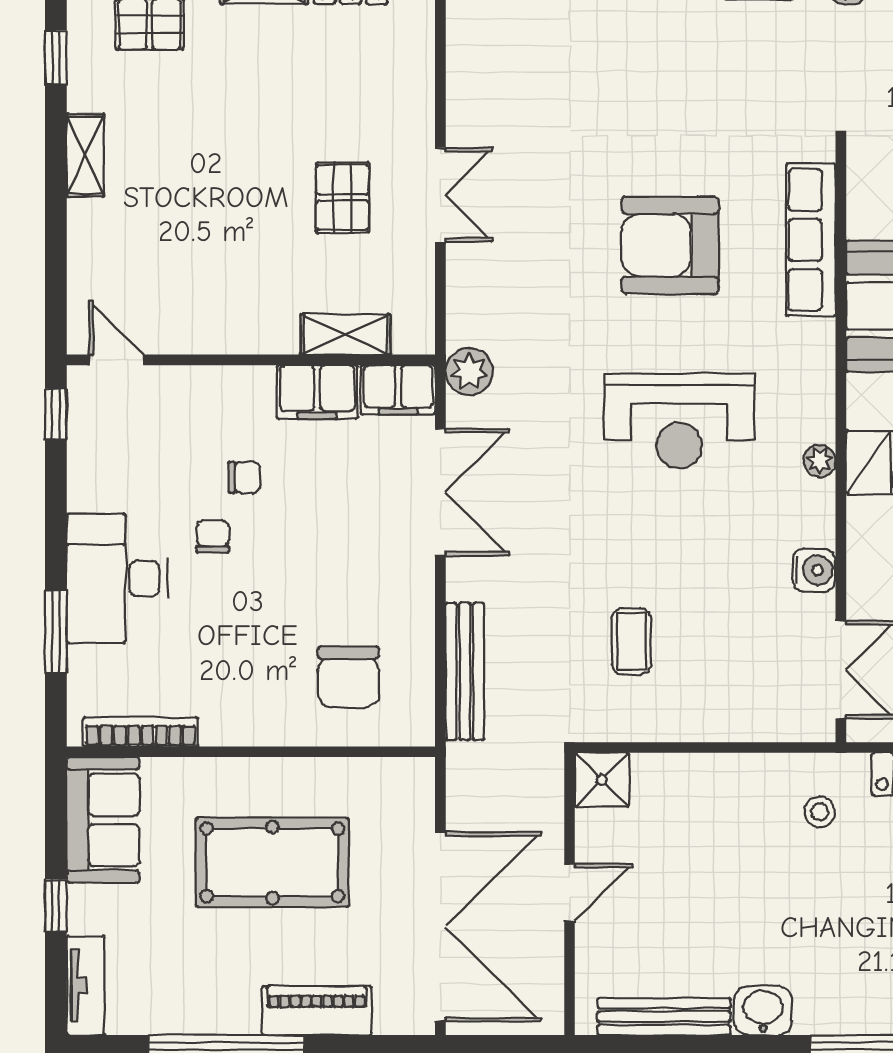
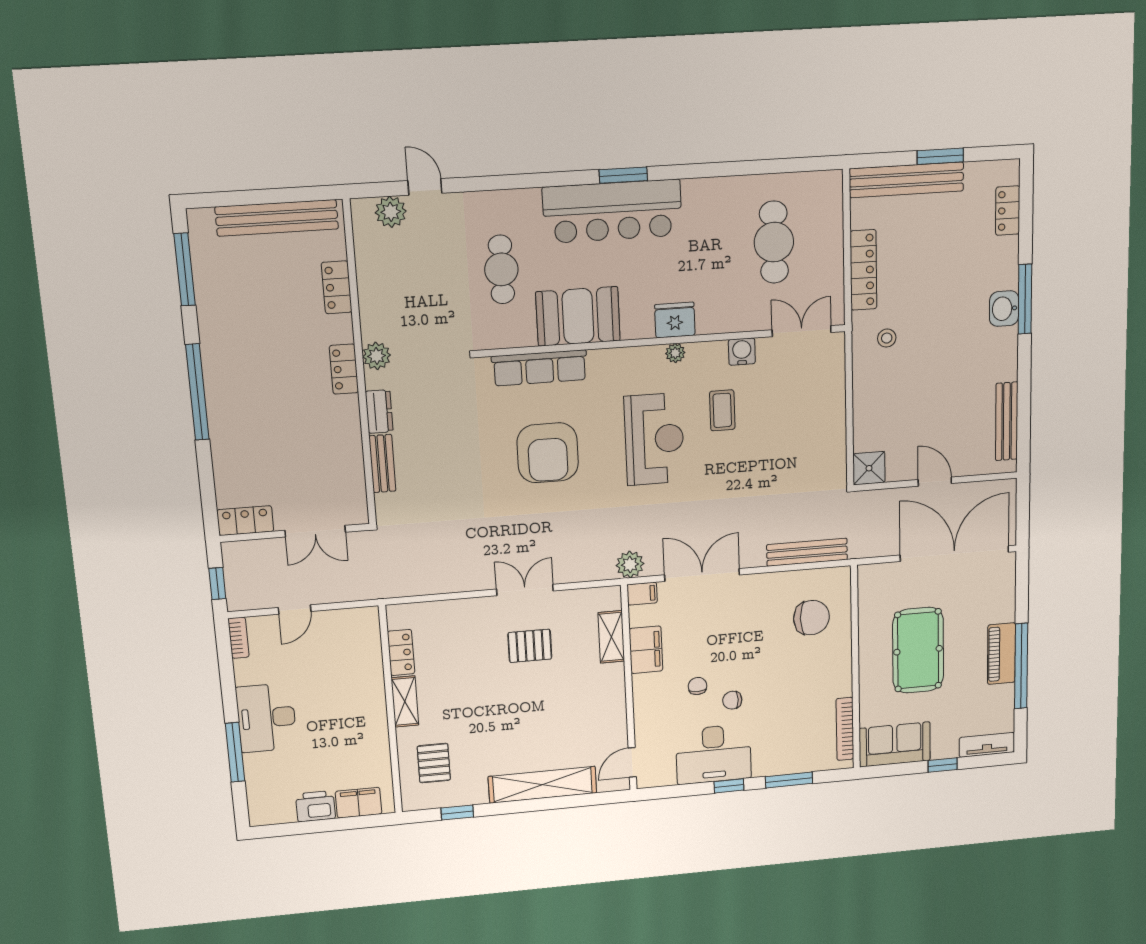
shelving: (85, 155) -> (542, 785), width x2.20, depth x1.33
filing cabinet: (398, 390) -> (642, 594), width x0.50
window: (56, 414) -> (729, 786), moved
desk: (117, 578) -> (714, 754), moved
coffee table: (631, 641) -> (722, 410), moved, turned 90
piano: (317, 1011) -> (1002, 654), moved
washbasin: (763, 1011) -> (1004, 309), moved

